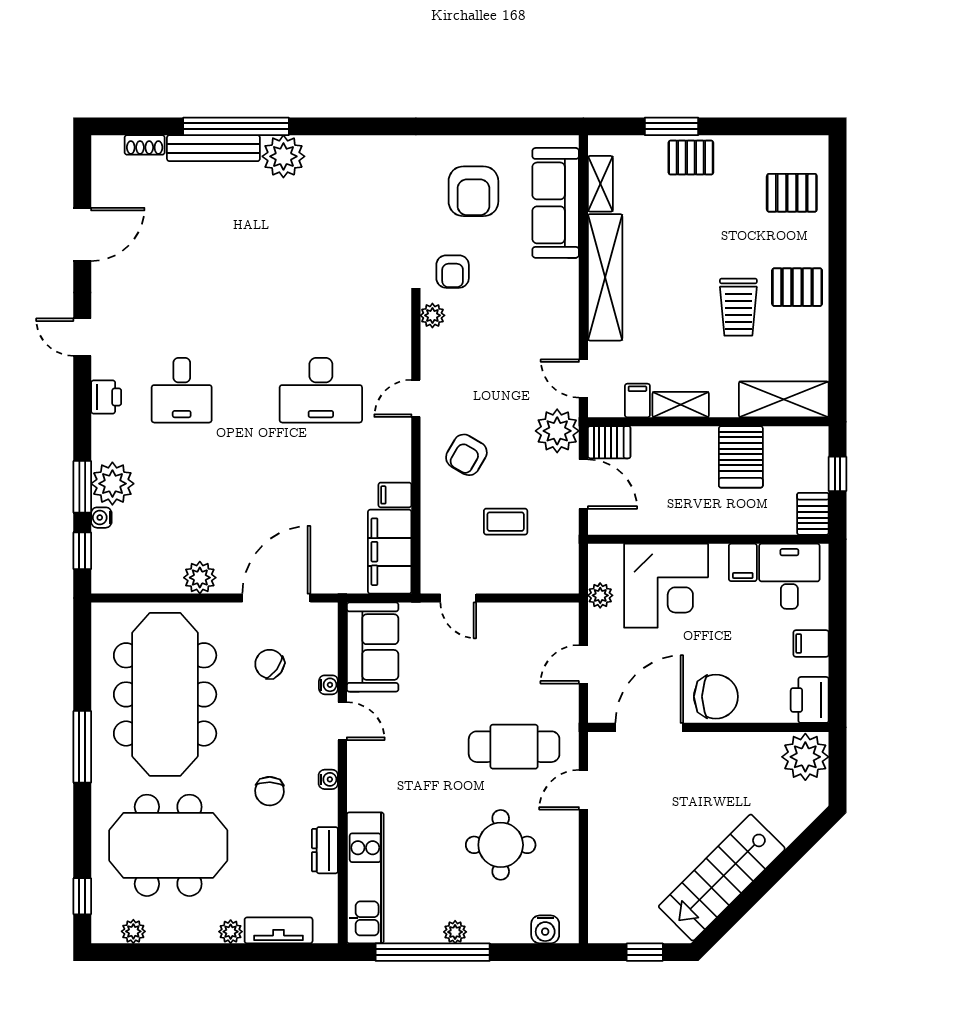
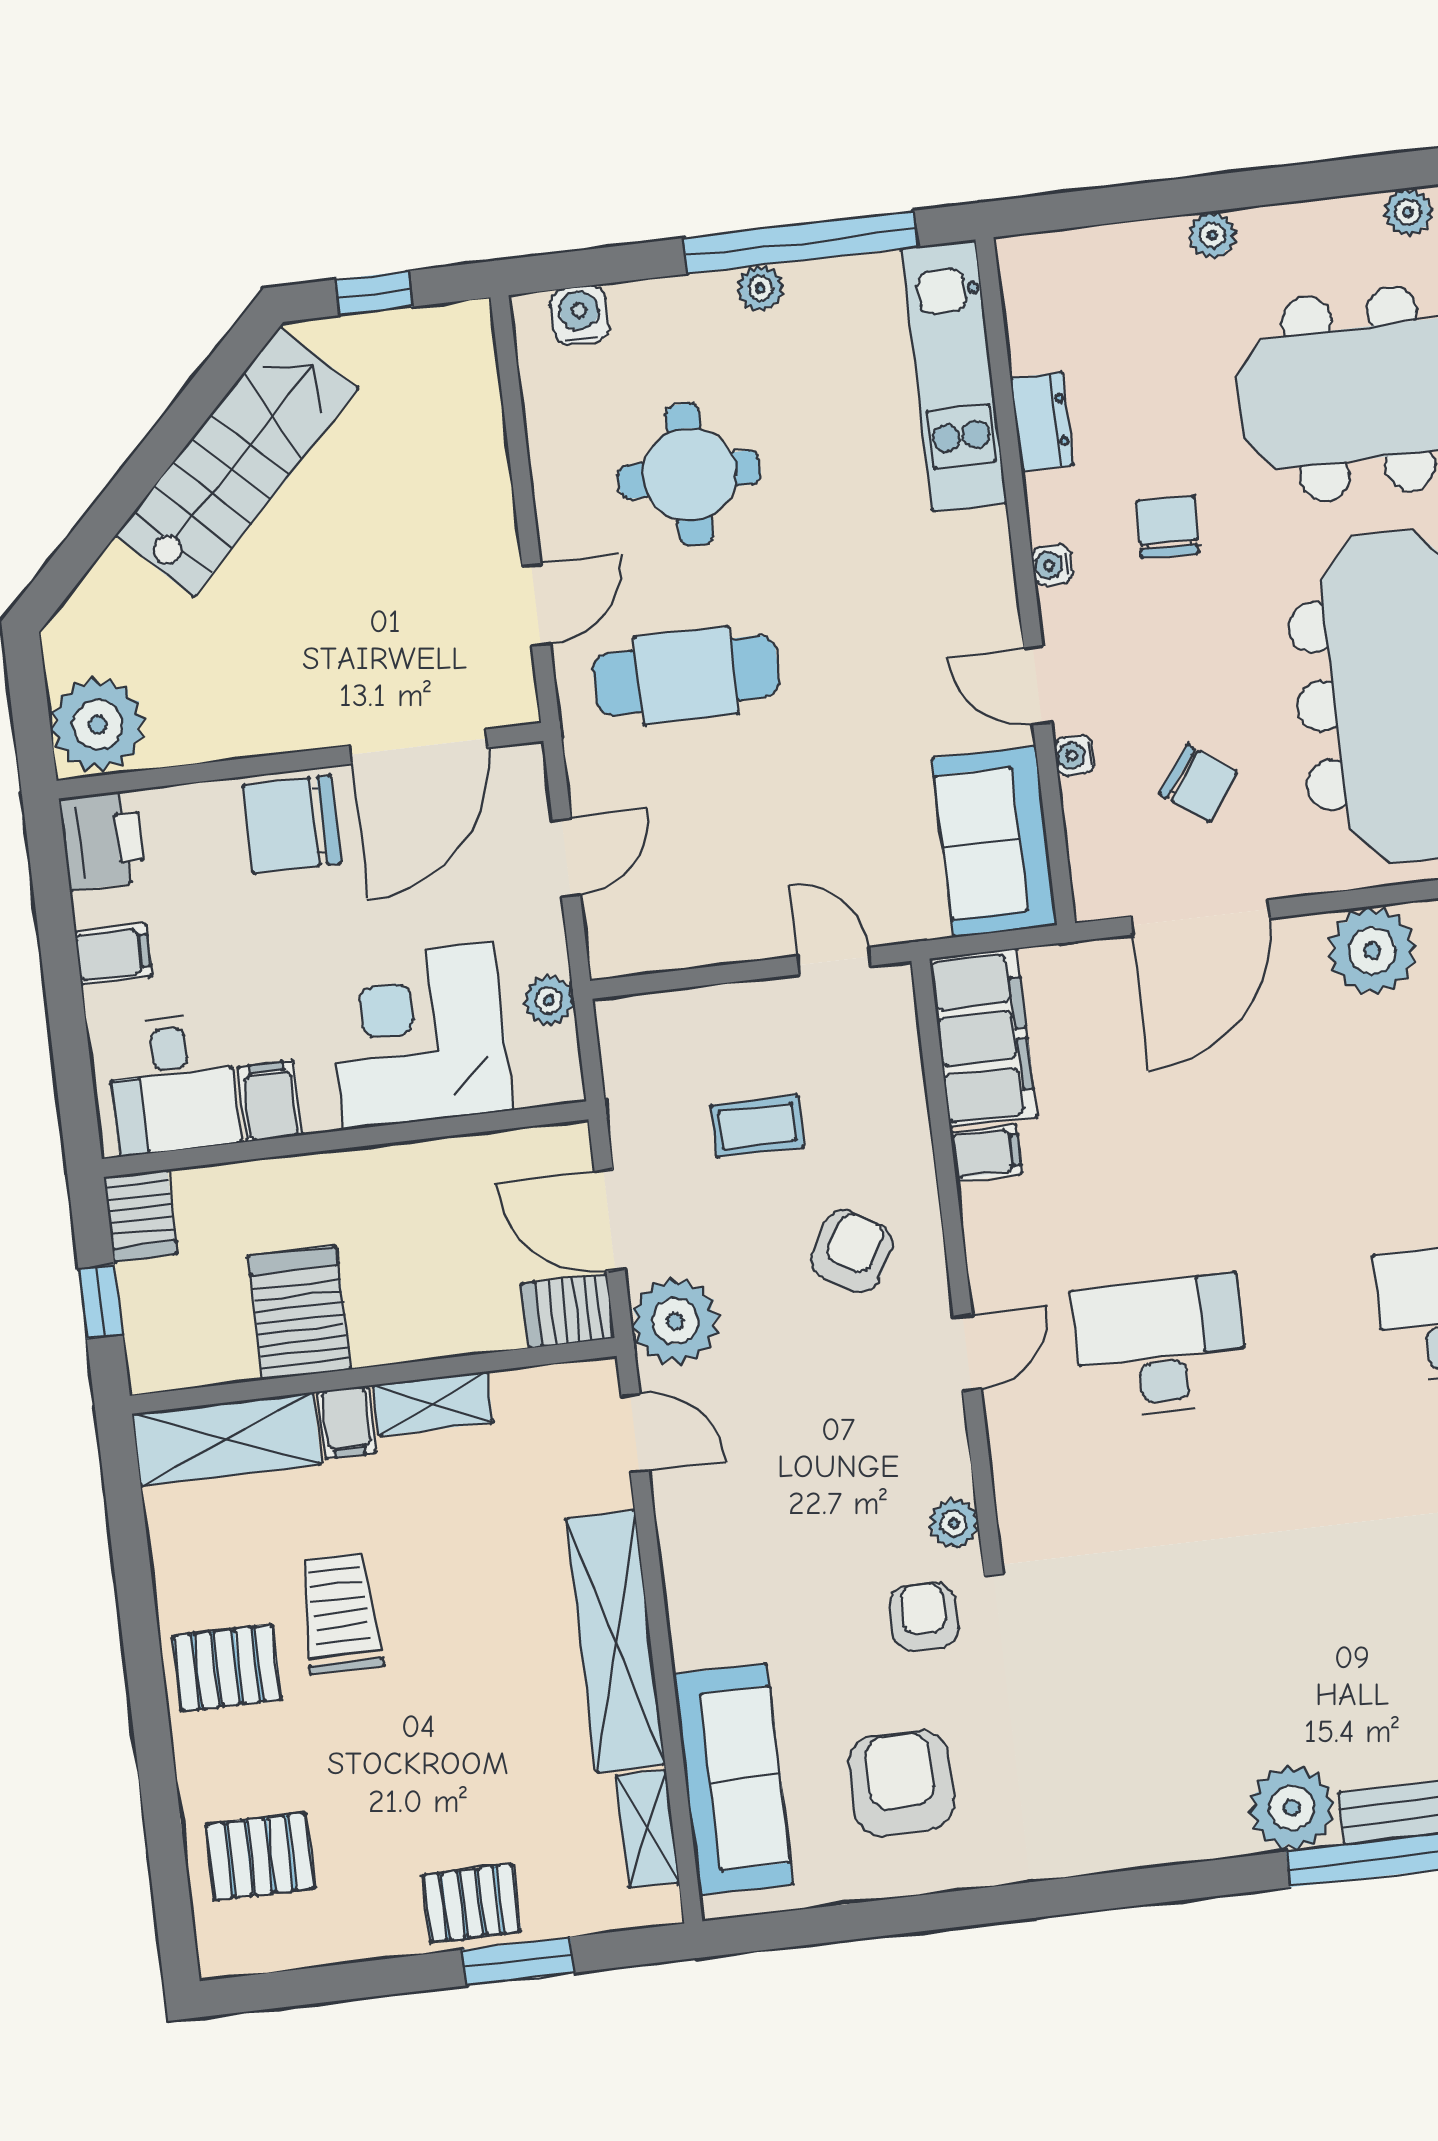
filing cabinet: (637, 401) -> (347, 1422), moved
plant: (200, 578) -> (1372, 951), width x1.36, depth x1.36
tv unit: (279, 930) -> (1116, 249), removed

